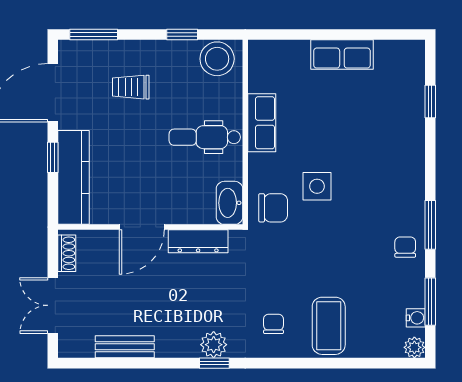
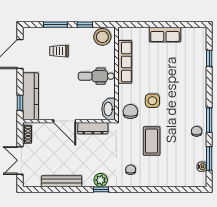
window: (94, 34) -> (55, 25), moved
row of seats: (262, 123) -> (125, 62), width x1.48
window: (53, 157) -> (20, 103), moved
chair: (273, 208) -> (130, 112), turned -90
door: (142, 227) -> (65, 121), hinge flipped
coffee table: (329, 326) -> (152, 141), moved
bench: (125, 347) -> (61, 181), width x1.36
plant: (414, 347) -> (201, 181), removed

